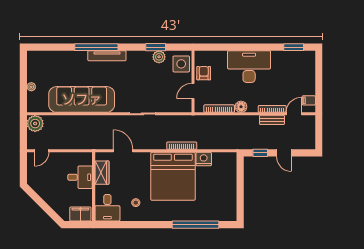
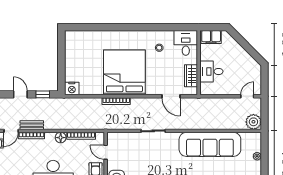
door: (193, 91) -> (106, 152), swing flipped
nightstand: (204, 159) -> (72, 89), moved
window: (196, 225) -> (103, 27), removed

